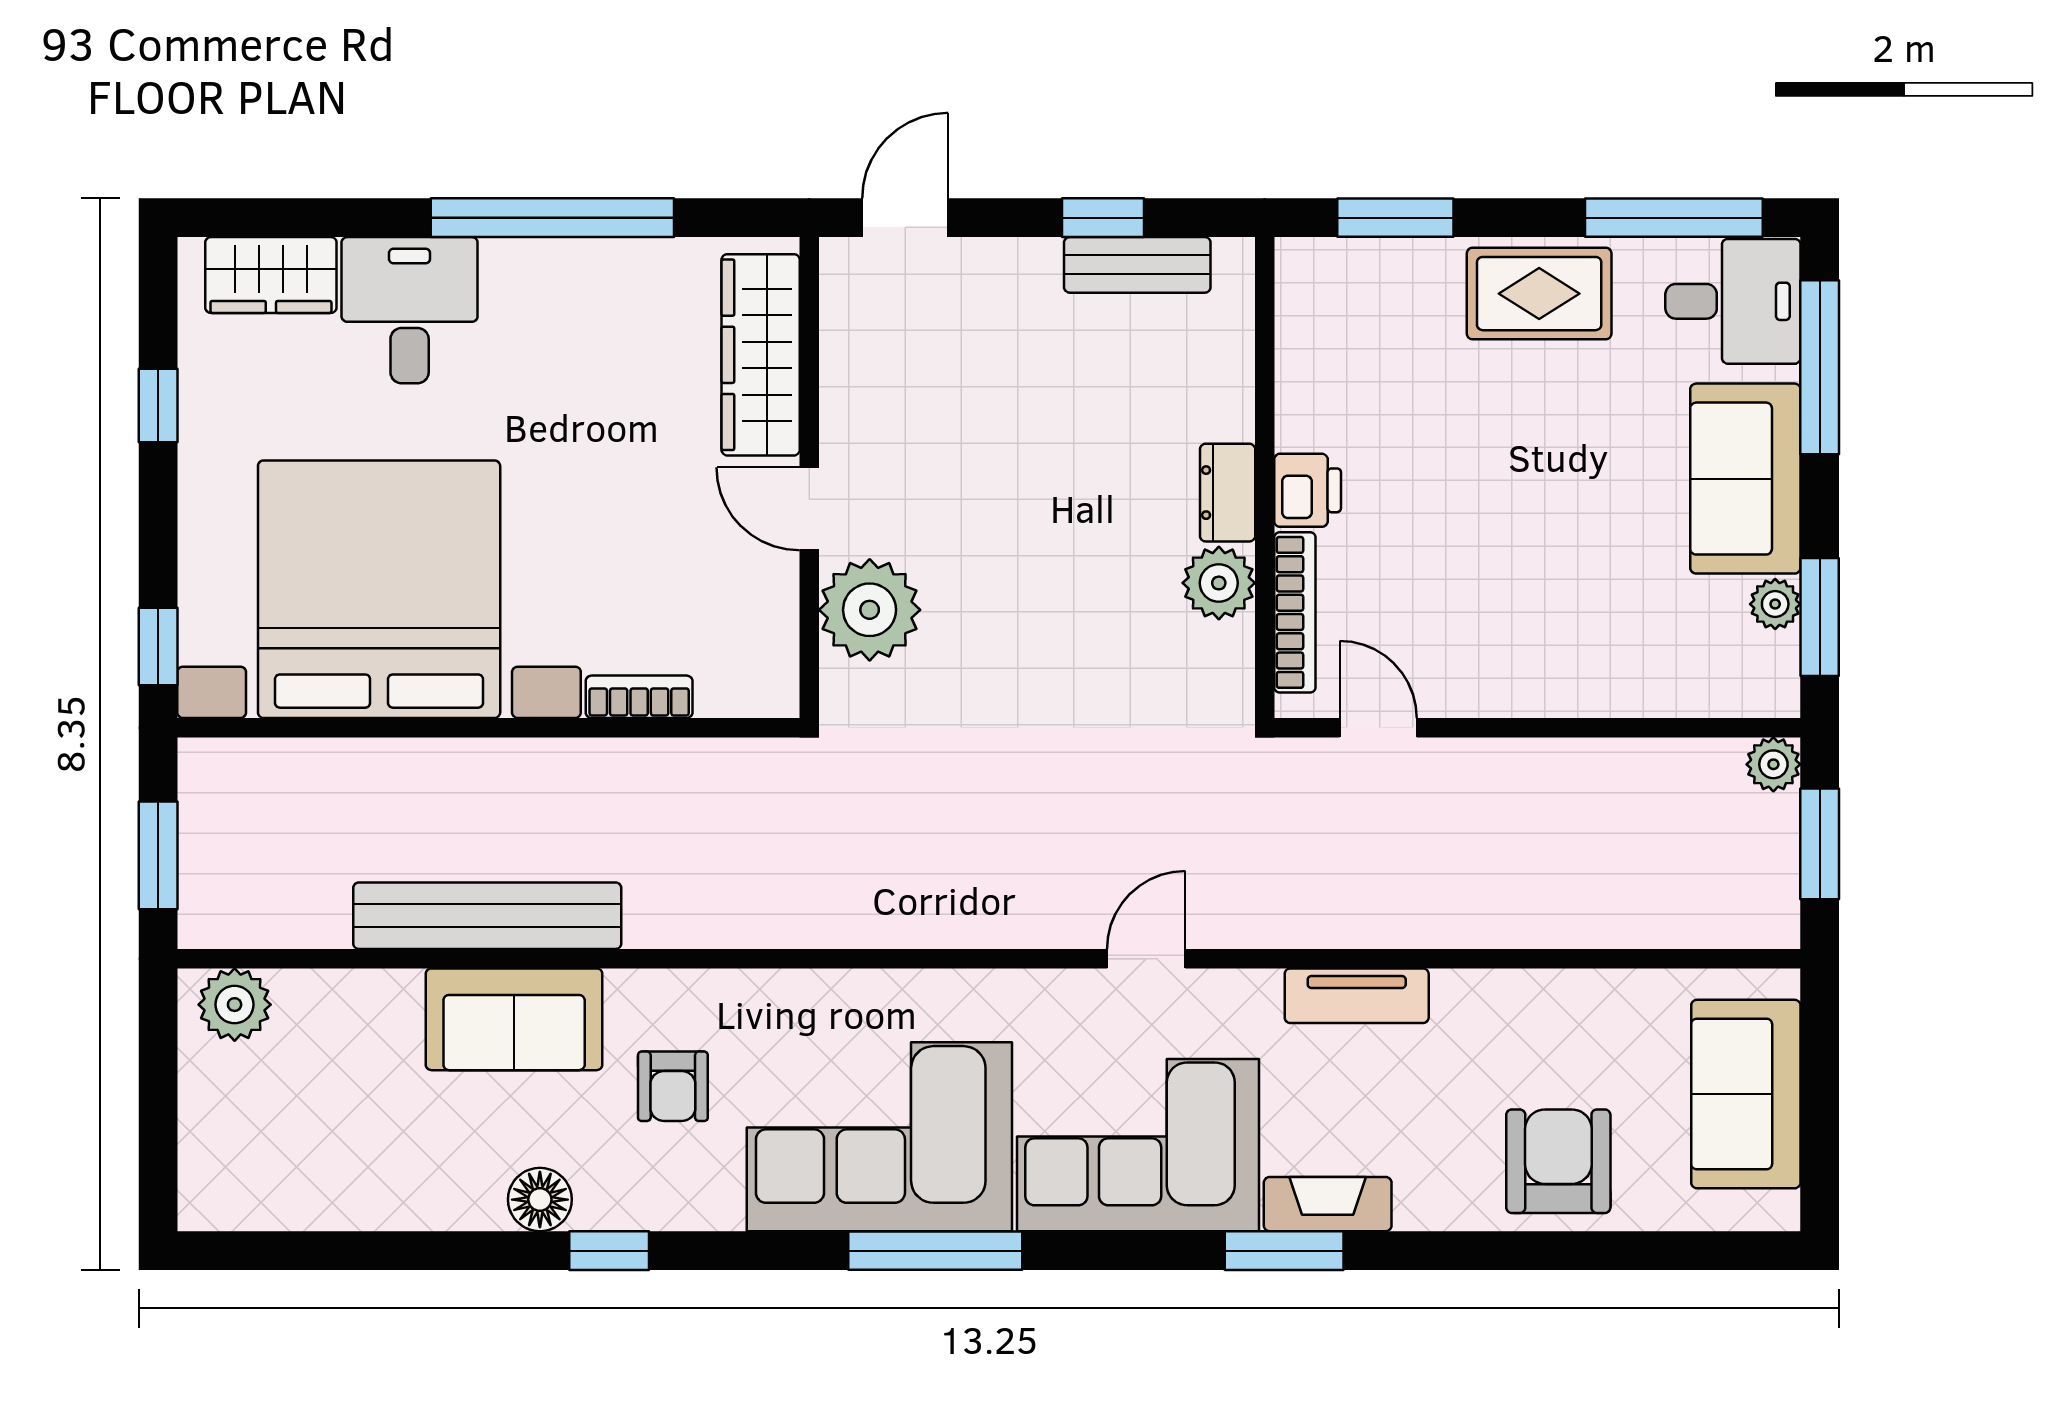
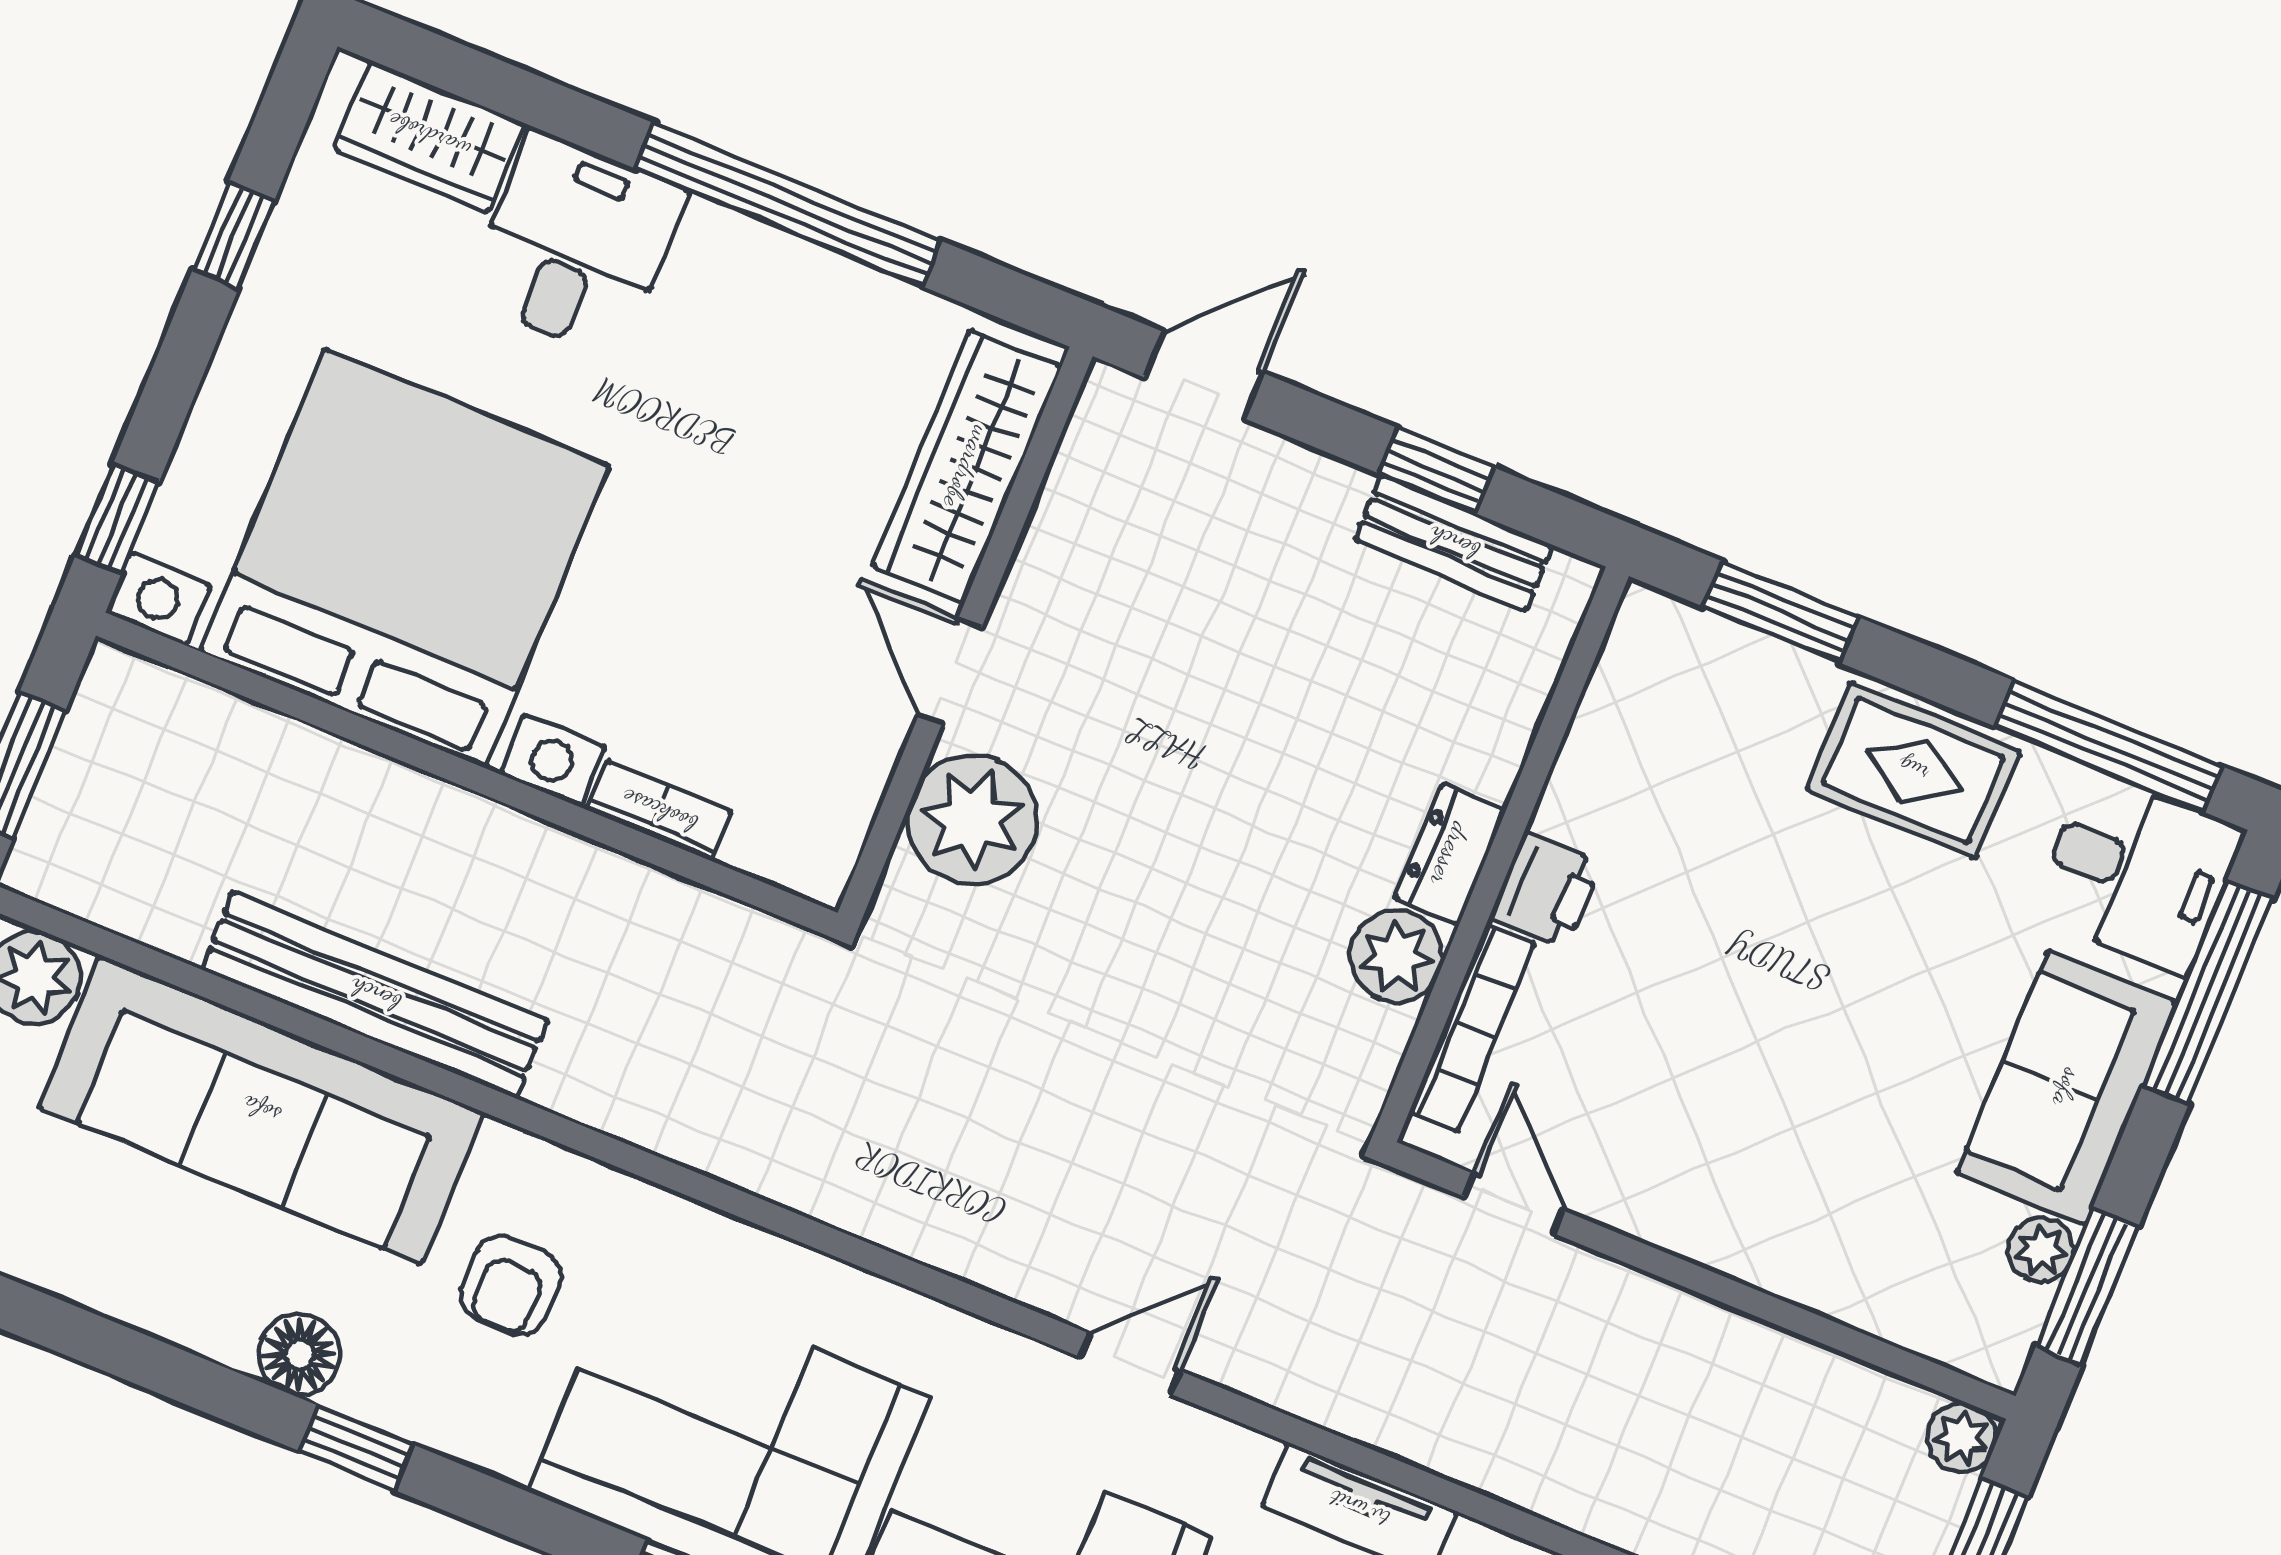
sofa: (514, 1019) -> (261, 1110), width x1.85, depth x1.27

